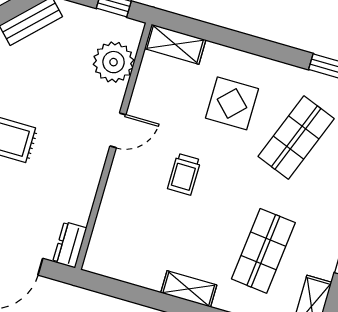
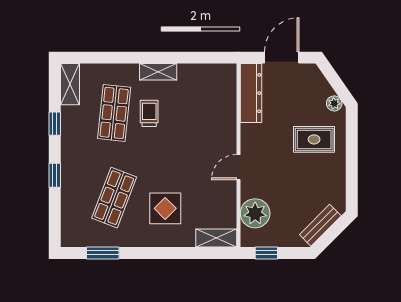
trolley: (184, 174) -> (149, 113), moved
dresser: (70, 245) -> (251, 93), width x1.96, depth x1.24

